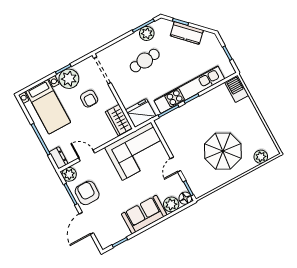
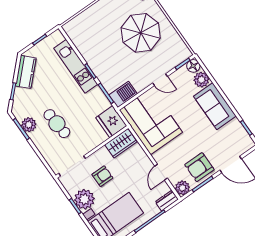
kitchen counter: (187, 33) -> (26, 72), moved
barbecue: (237, 89) -> (123, 94), moved, turned 180
kitchen unit: (189, 90) -> (76, 66), width x0.73

